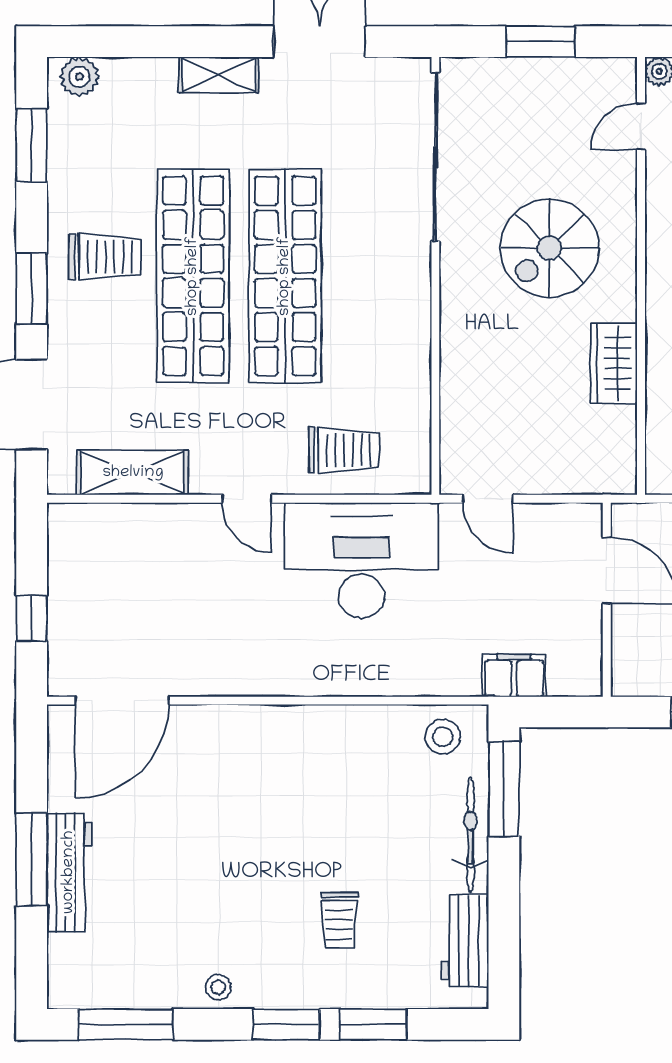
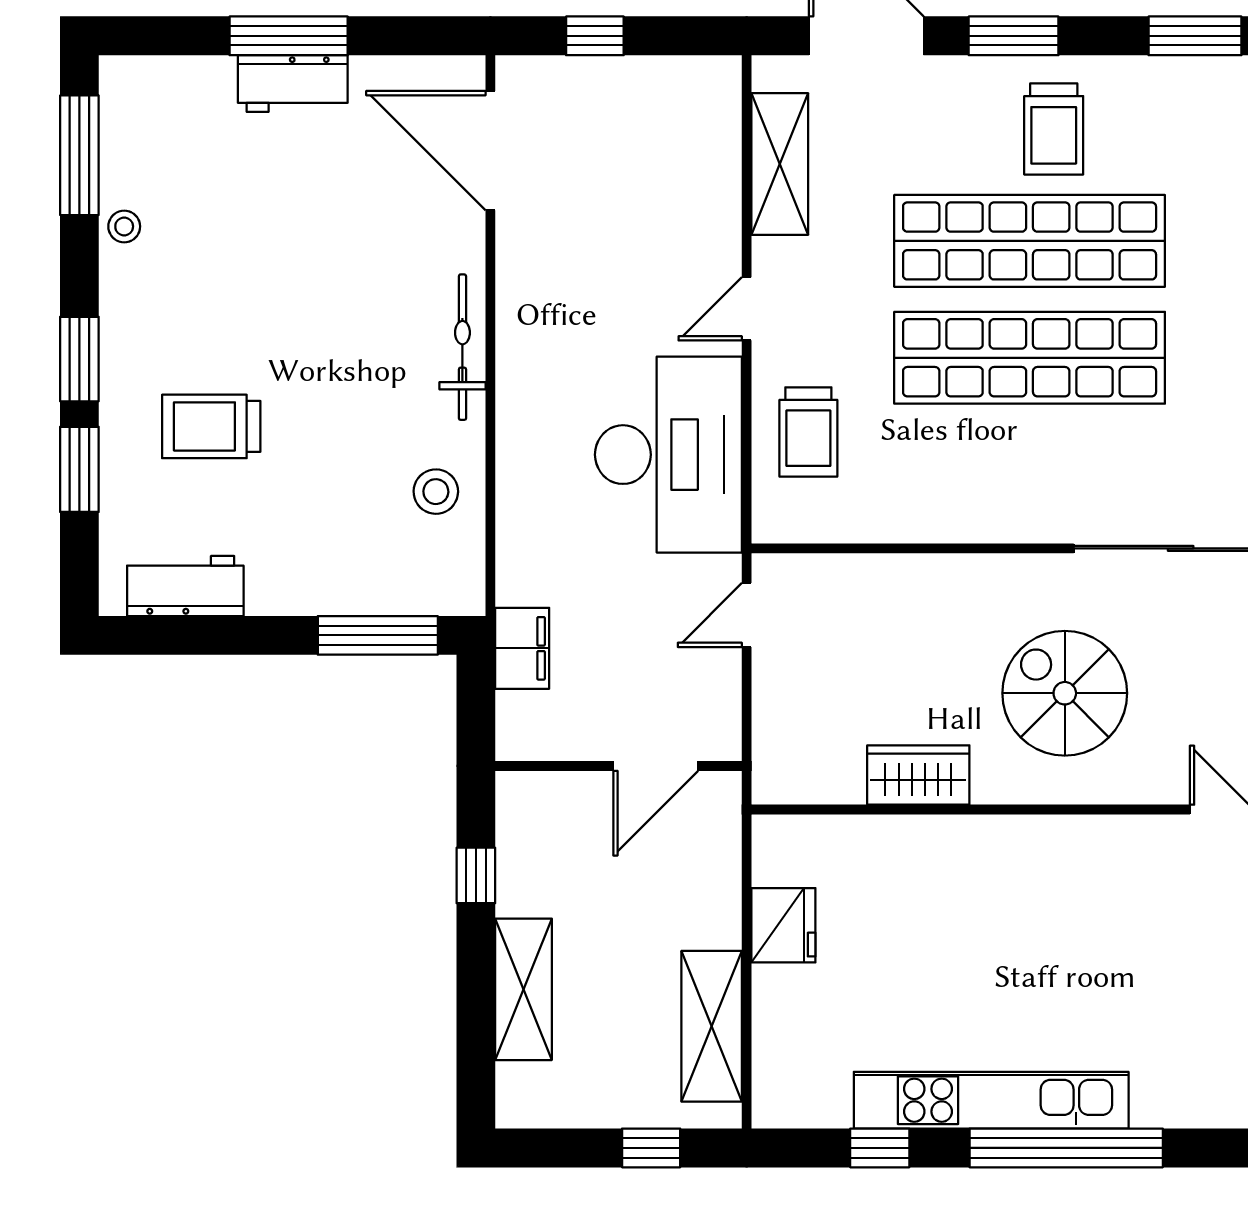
stool: (443, 737) -> (436, 492), moved
bicycle: (470, 835) -> (462, 347), moved, turned -90
workbench: (69, 872) -> (293, 84), width x0.73
trolley: (339, 920) -> (211, 426), width x1.36, depth x1.39
stool: (218, 987) -> (124, 226), moved

